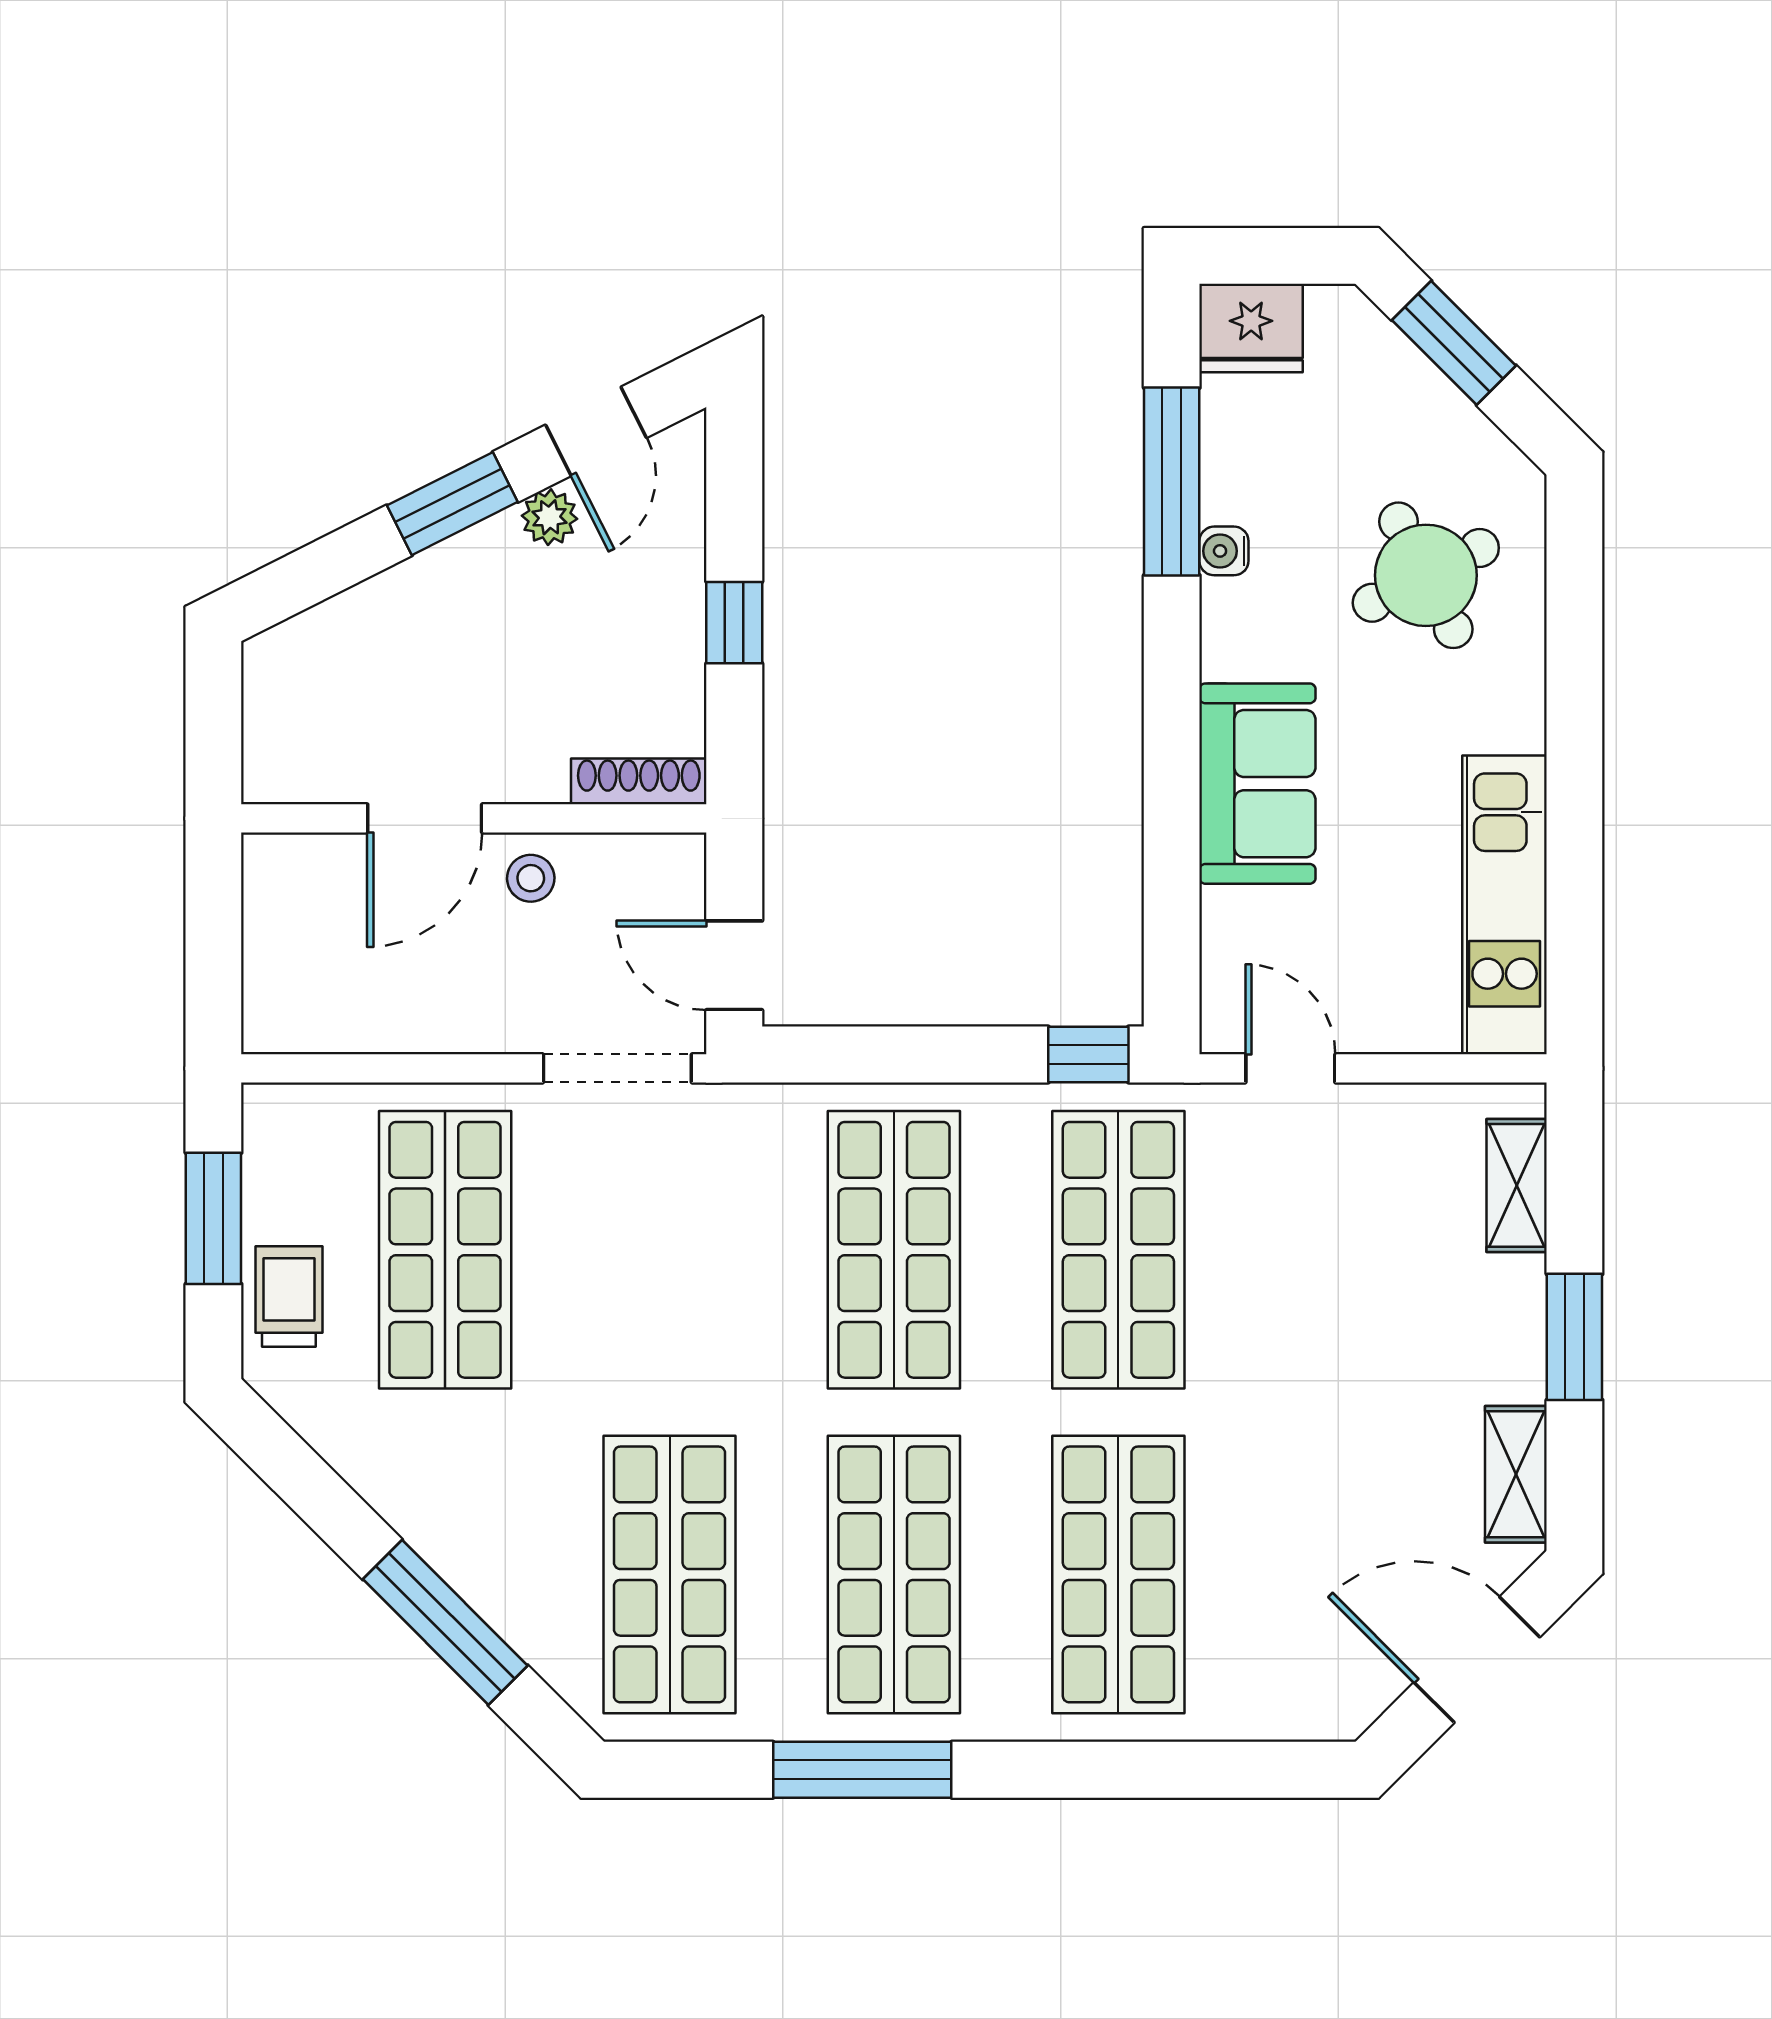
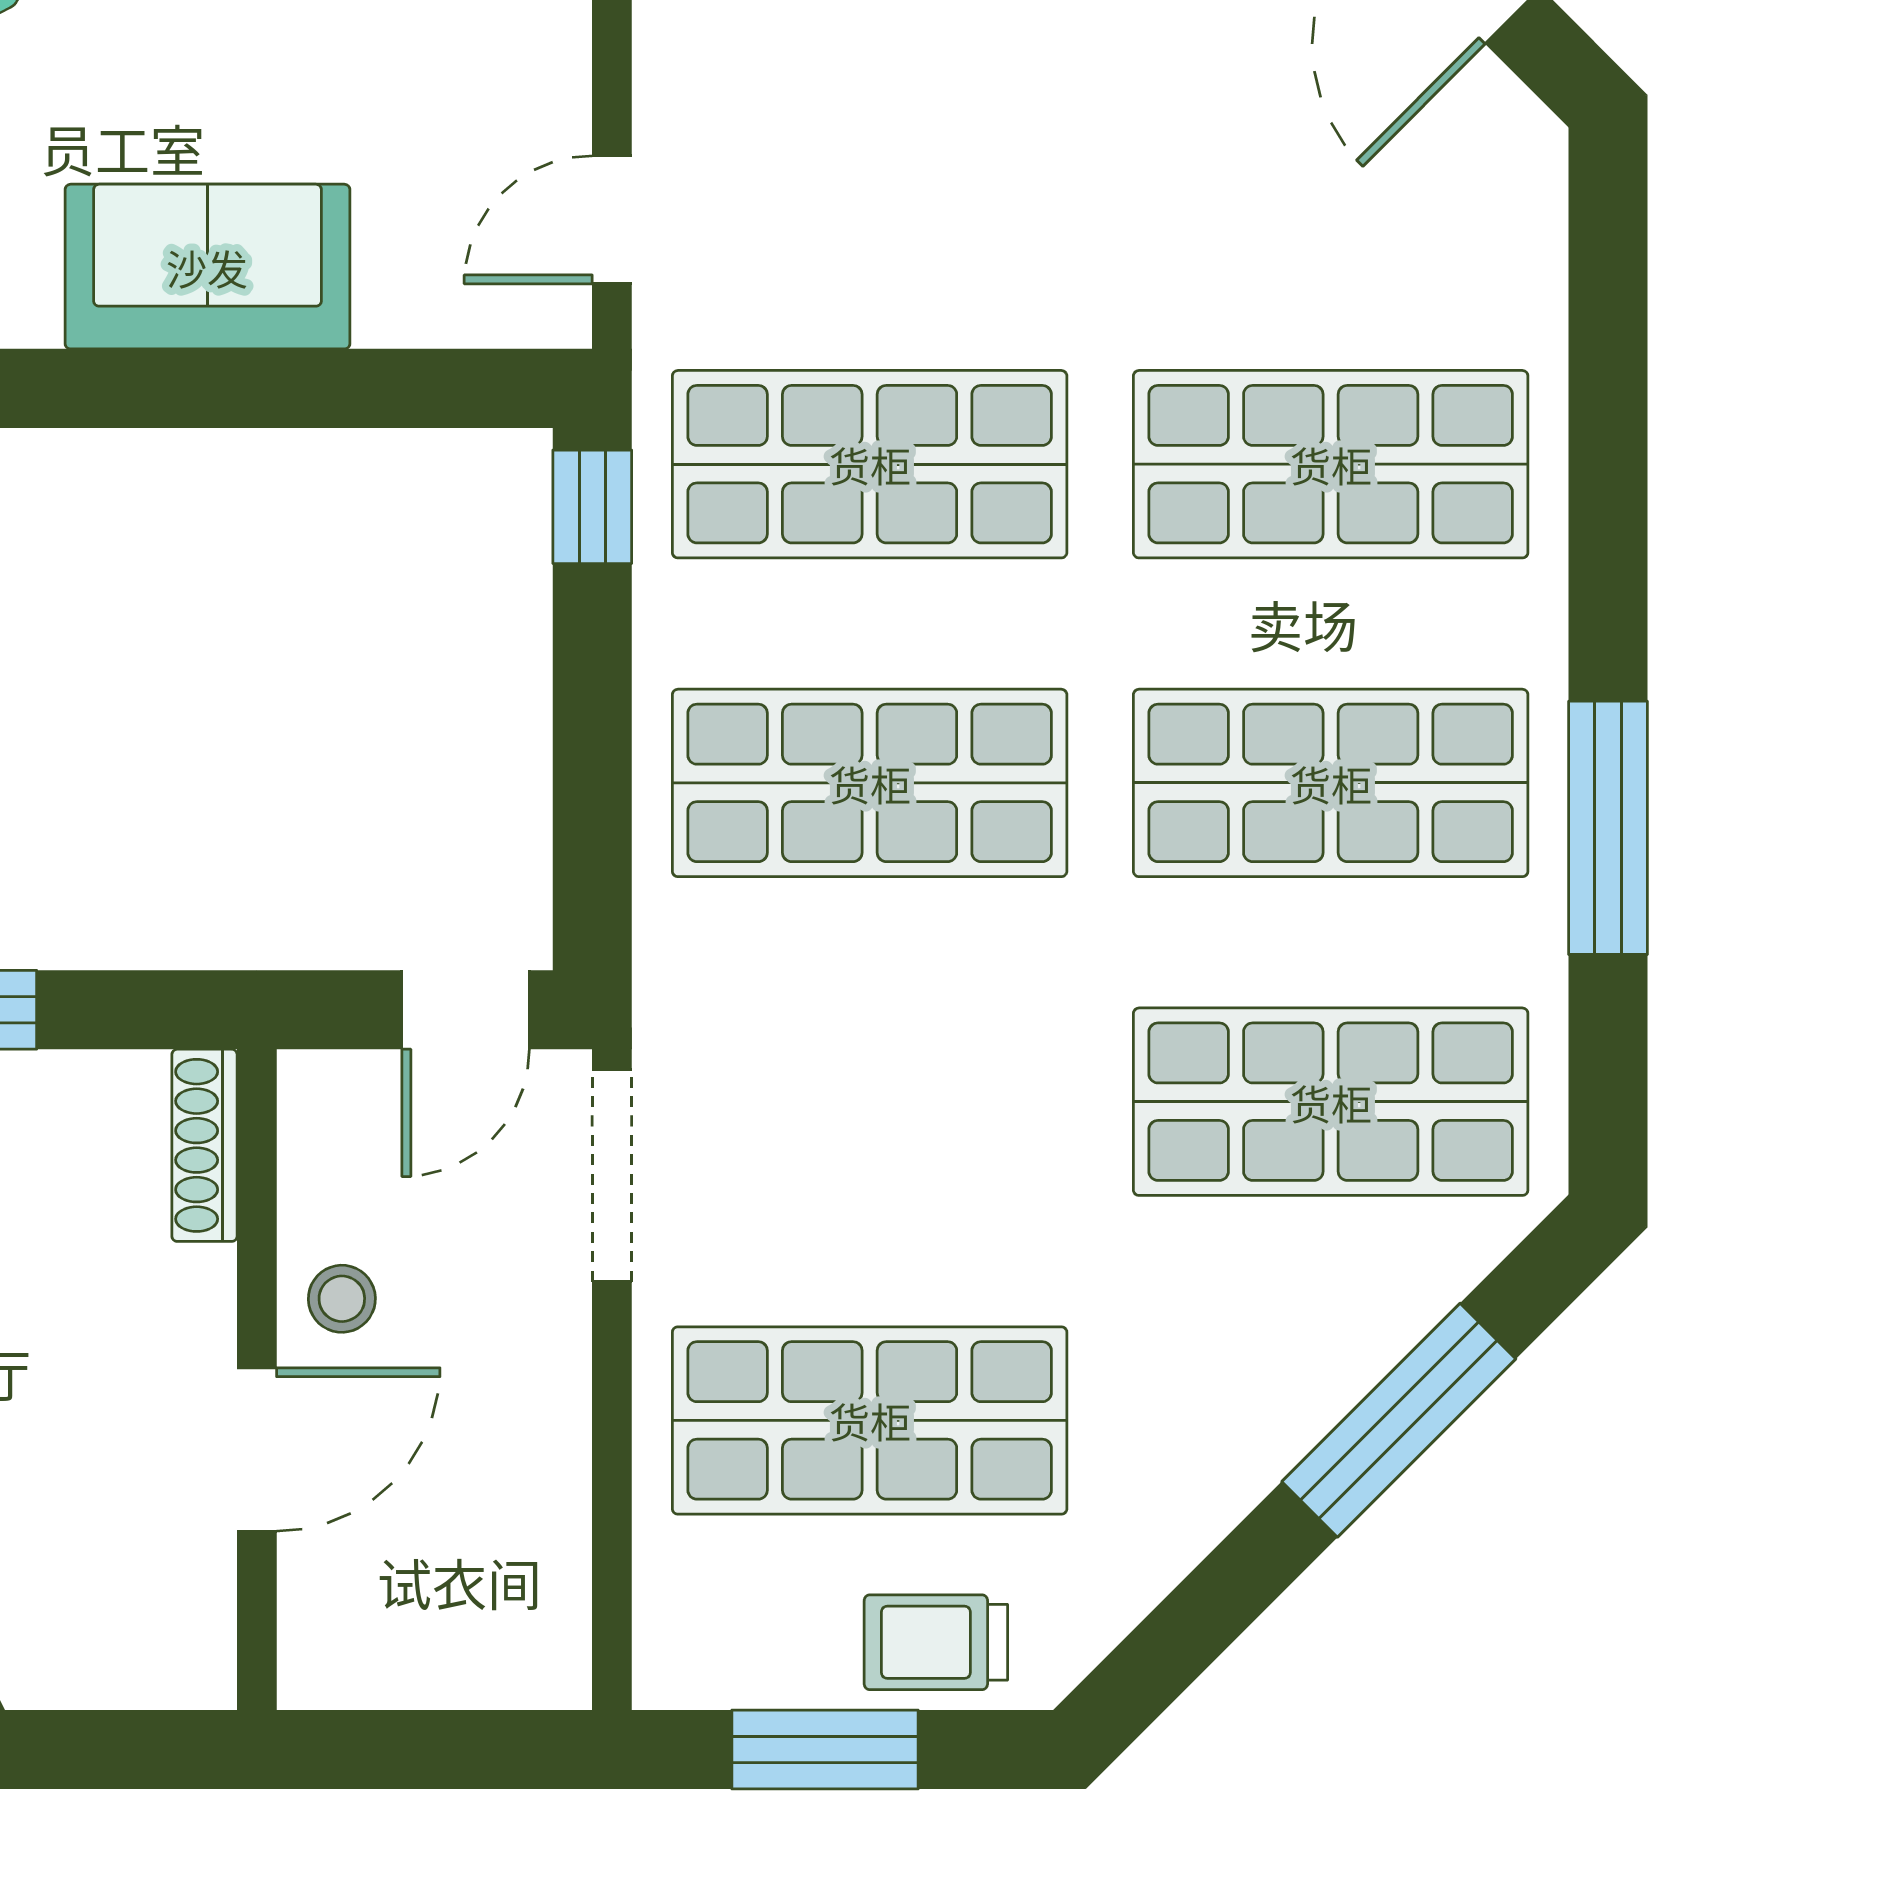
door: (425, 818) -> (257, 1449), hinge flipped

